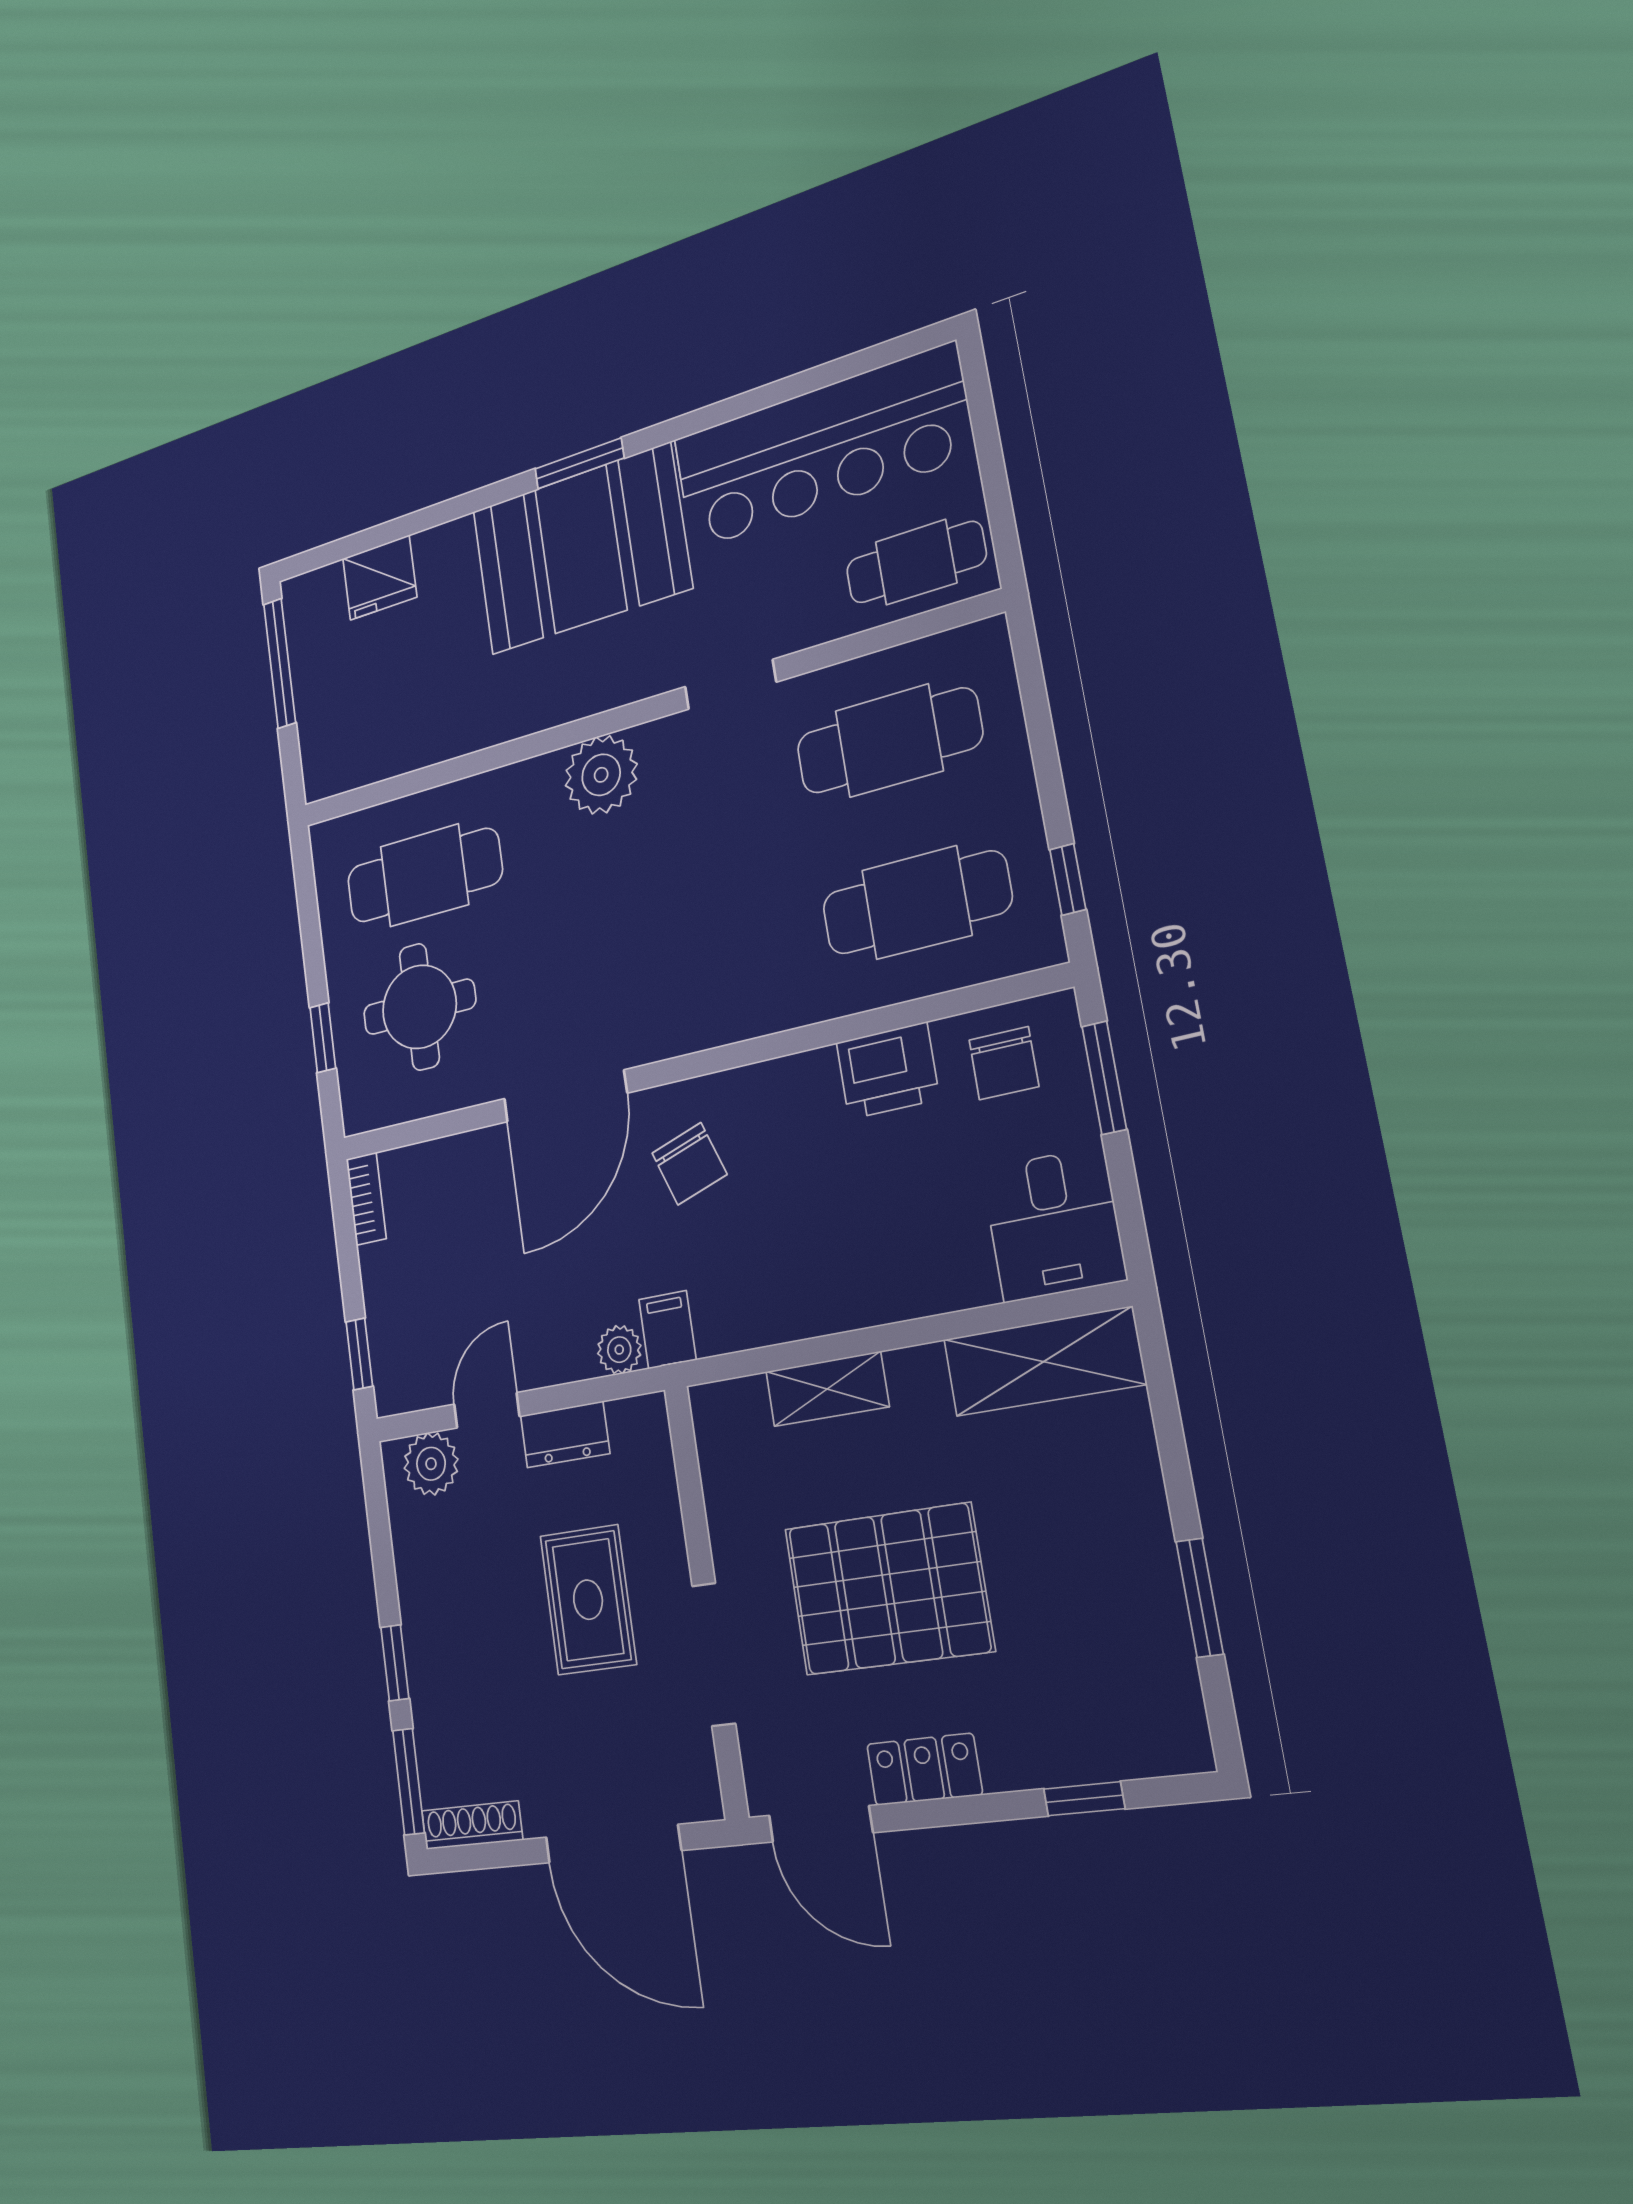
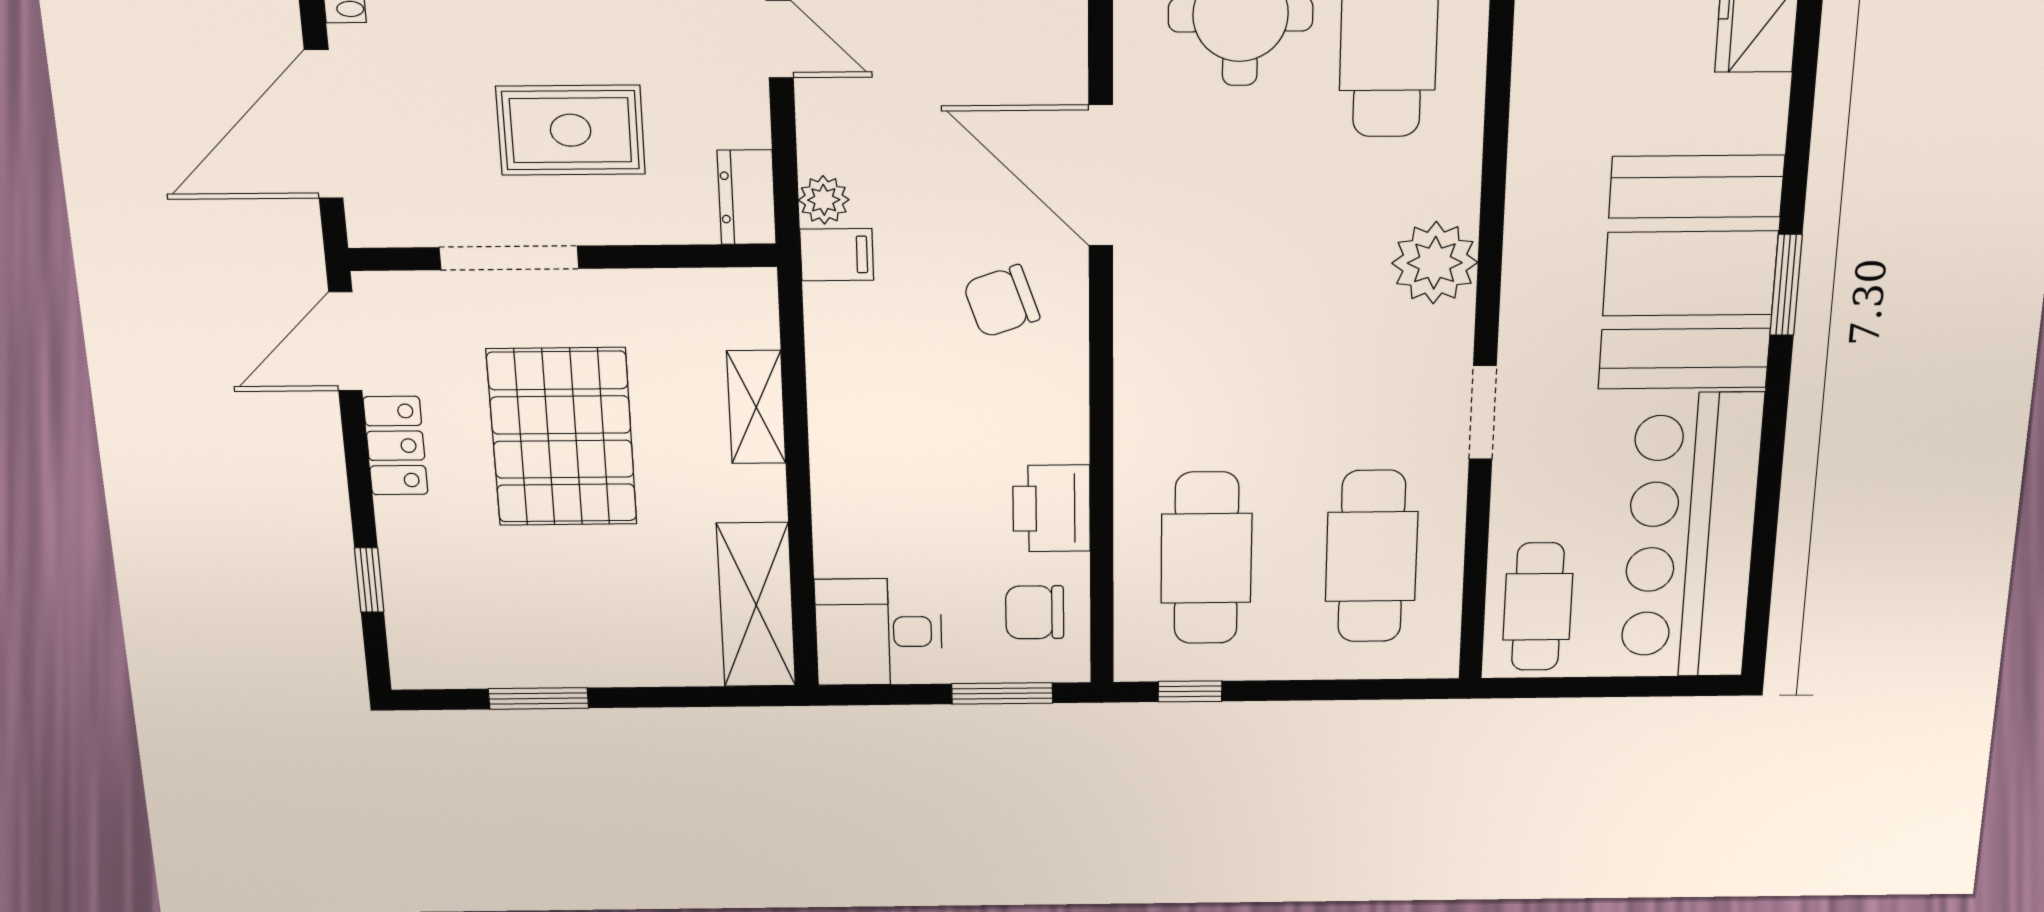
dresser: (565, 1435) -> (747, 197), moved

